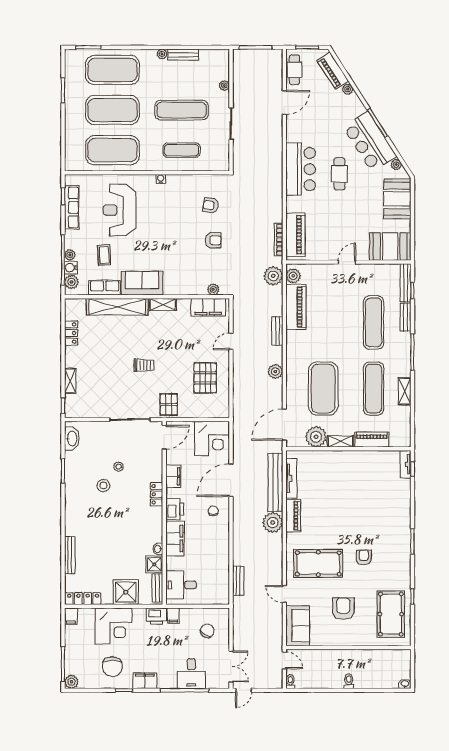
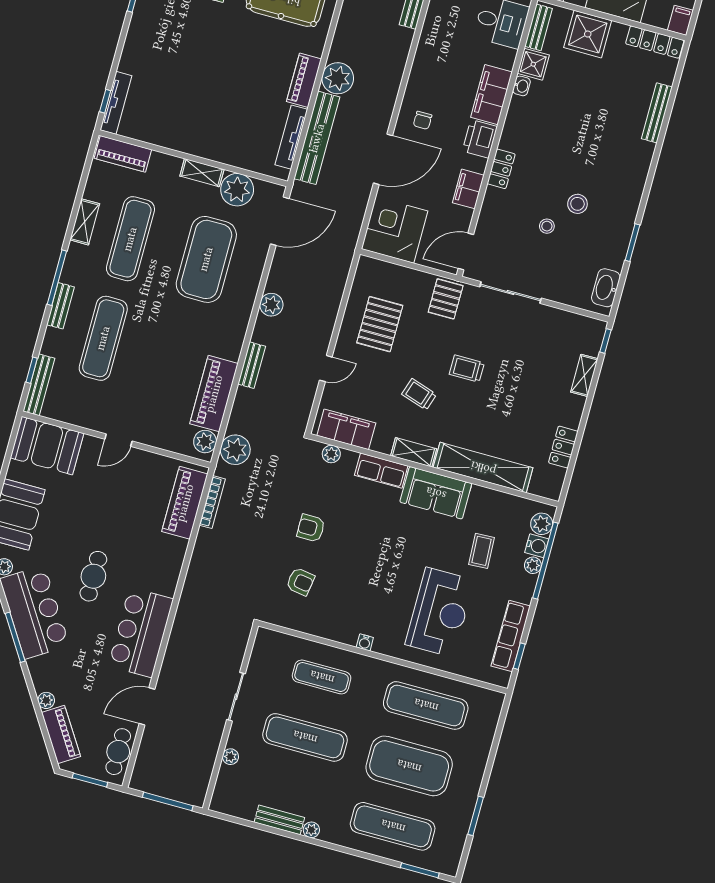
exercise mat: (112, 70) -> (393, 826), width x0.68
exercise mat: (112, 150) -> (426, 705), width x0.68
bar counter: (301, 169) -> (141, 632), moved
row of seats: (105, 288) -> (381, 471), moved
bench: (405, 317) -> (60, 306), moved
trolley: (169, 341) -> (419, 394), added
piano: (372, 440) -> (123, 154), moved
tv unit: (406, 464) -> (116, 103), width x1.41

